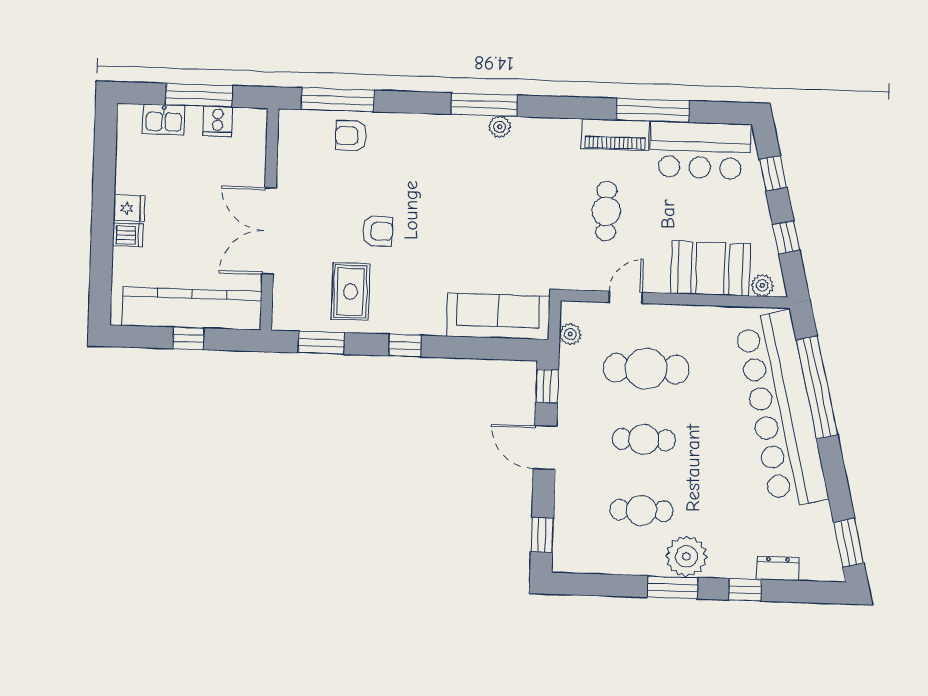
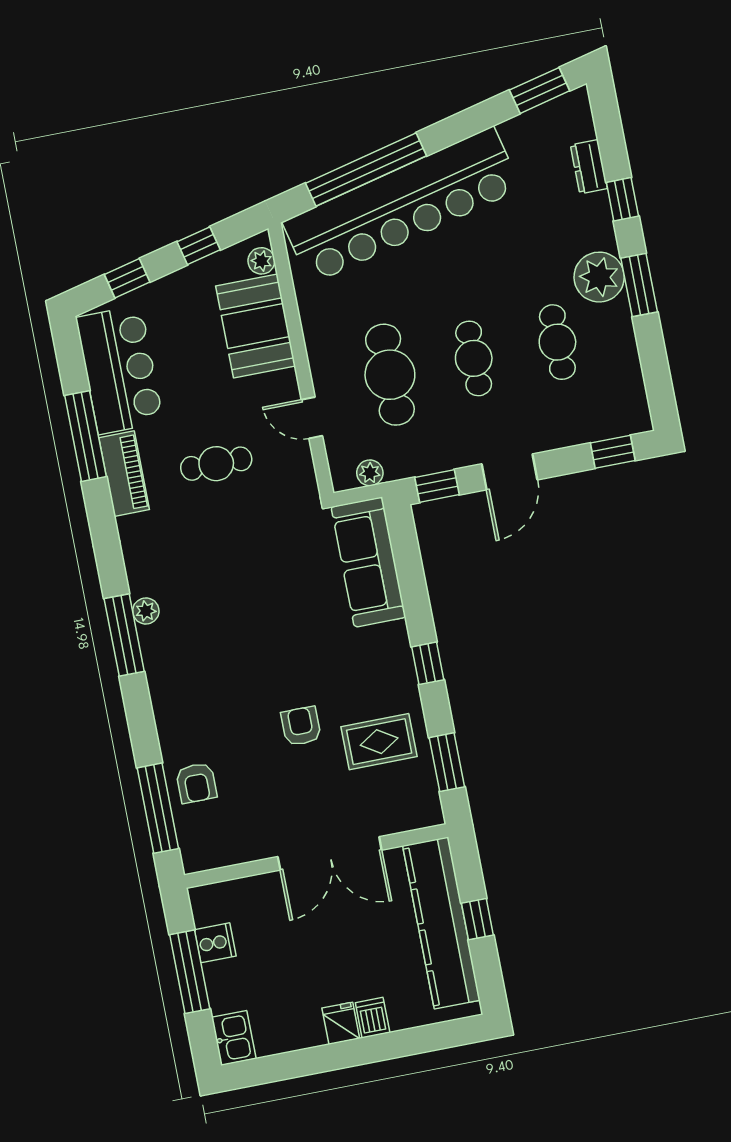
kitchen sink: (164, 120) -> (234, 1038), moved

